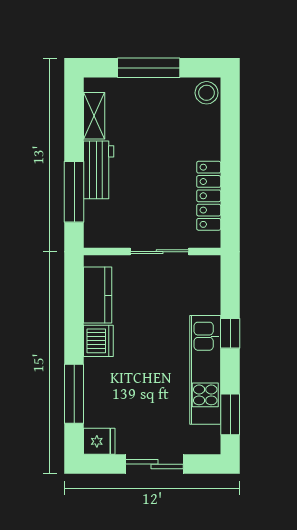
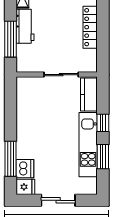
locker: (209, 196) -> (90, 27), moved
kitchen counter: (98, 295) -> (89, 95), moved, turned 180
dishwasher: (98, 341) -> (25, 169), moved
window: (230, 414) -> (103, 157), moved

